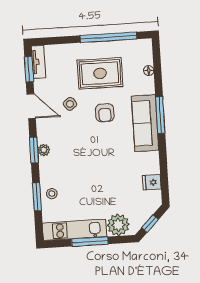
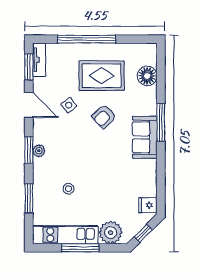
window: (109, 37) -> (87, 39), moved
floor lamp: (149, 71) -> (147, 76), width x1.89, depth x1.89
armchair: (105, 113) -> (104, 116), turned 47
sofa: (145, 123) -> (145, 137), width x0.73
fridge: (152, 182) -> (148, 205), moved
stool: (52, 194) -> (69, 189), moved

